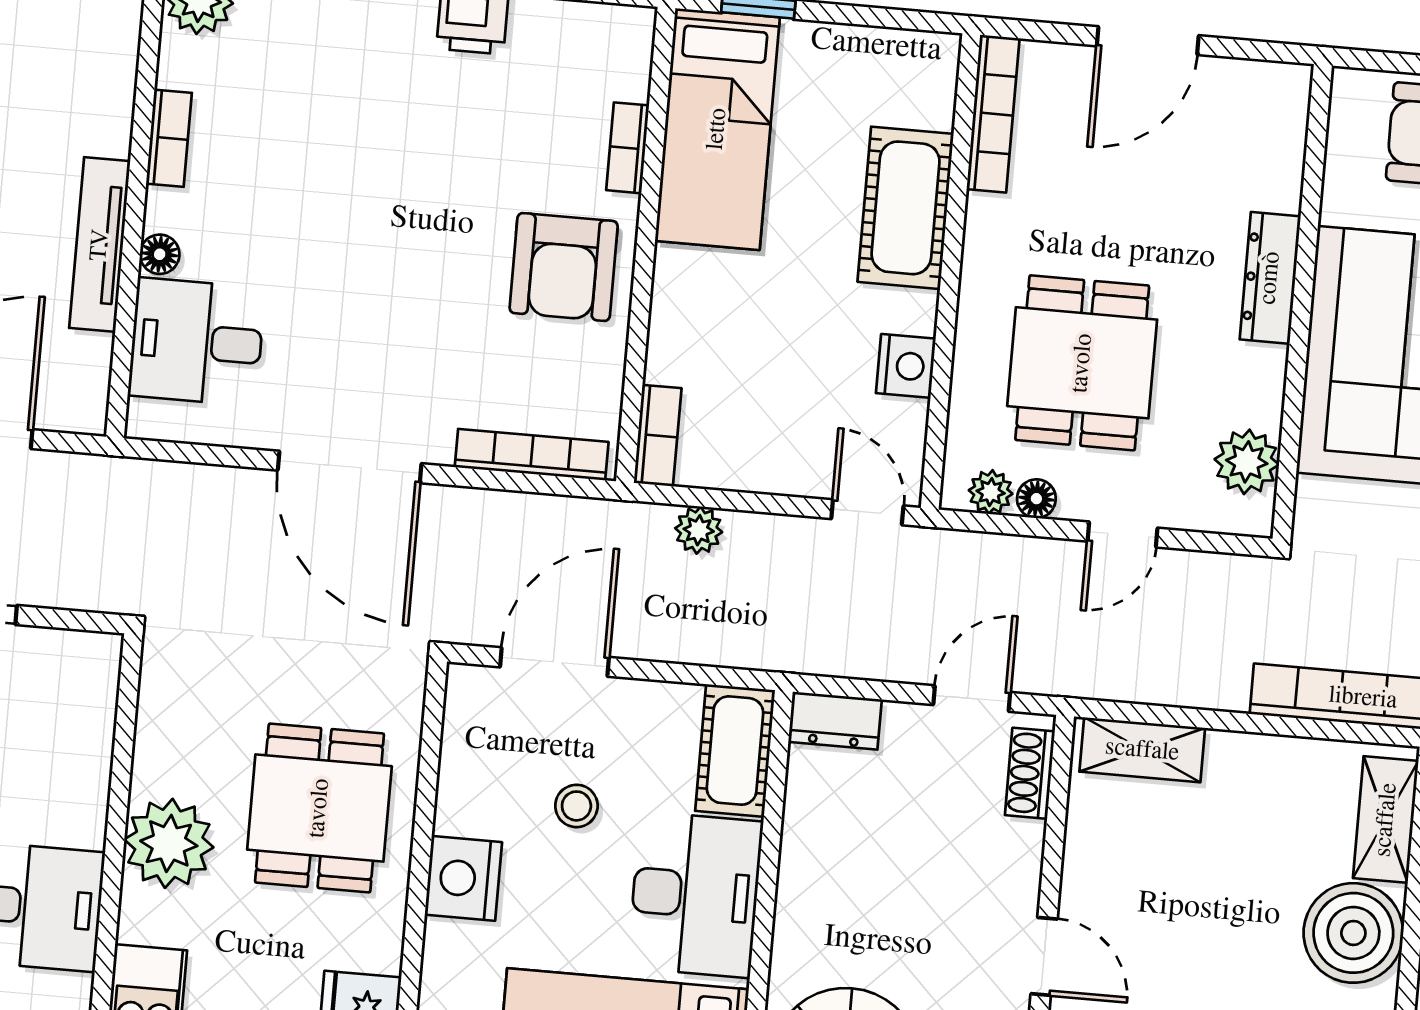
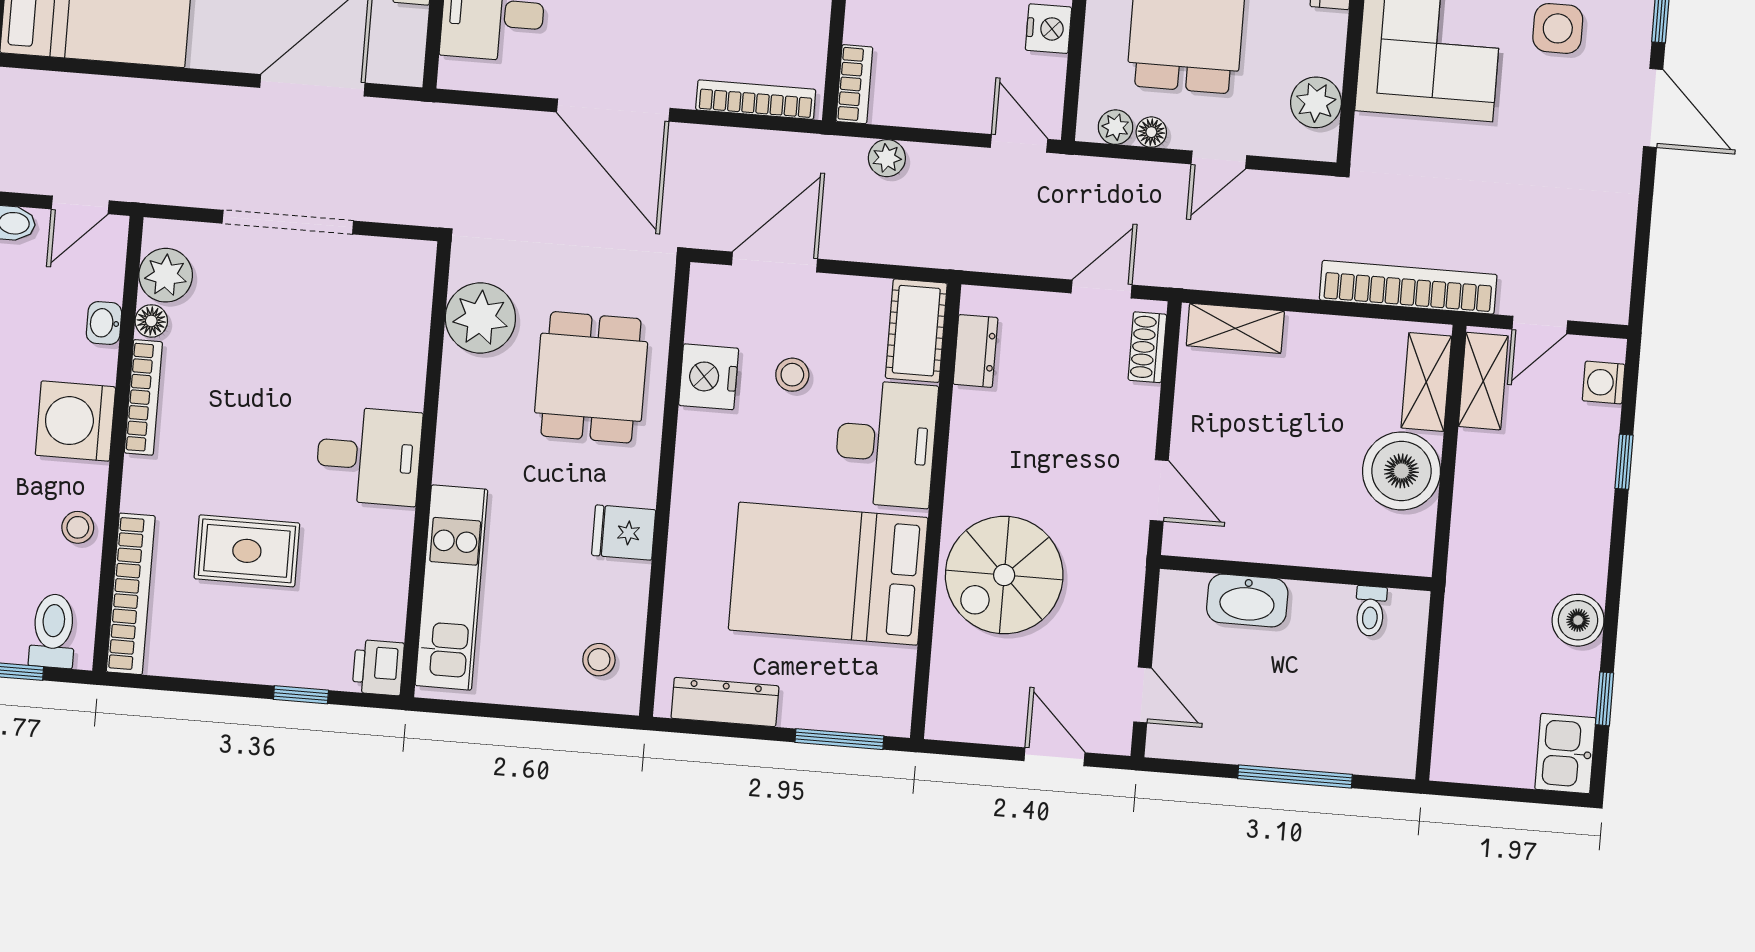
dresser: (835, 721) -> (975, 351), moved, turned -90
plant: (169, 843) -> (480, 318), moved
nightstand: (463, 878) -> (709, 377), moved

